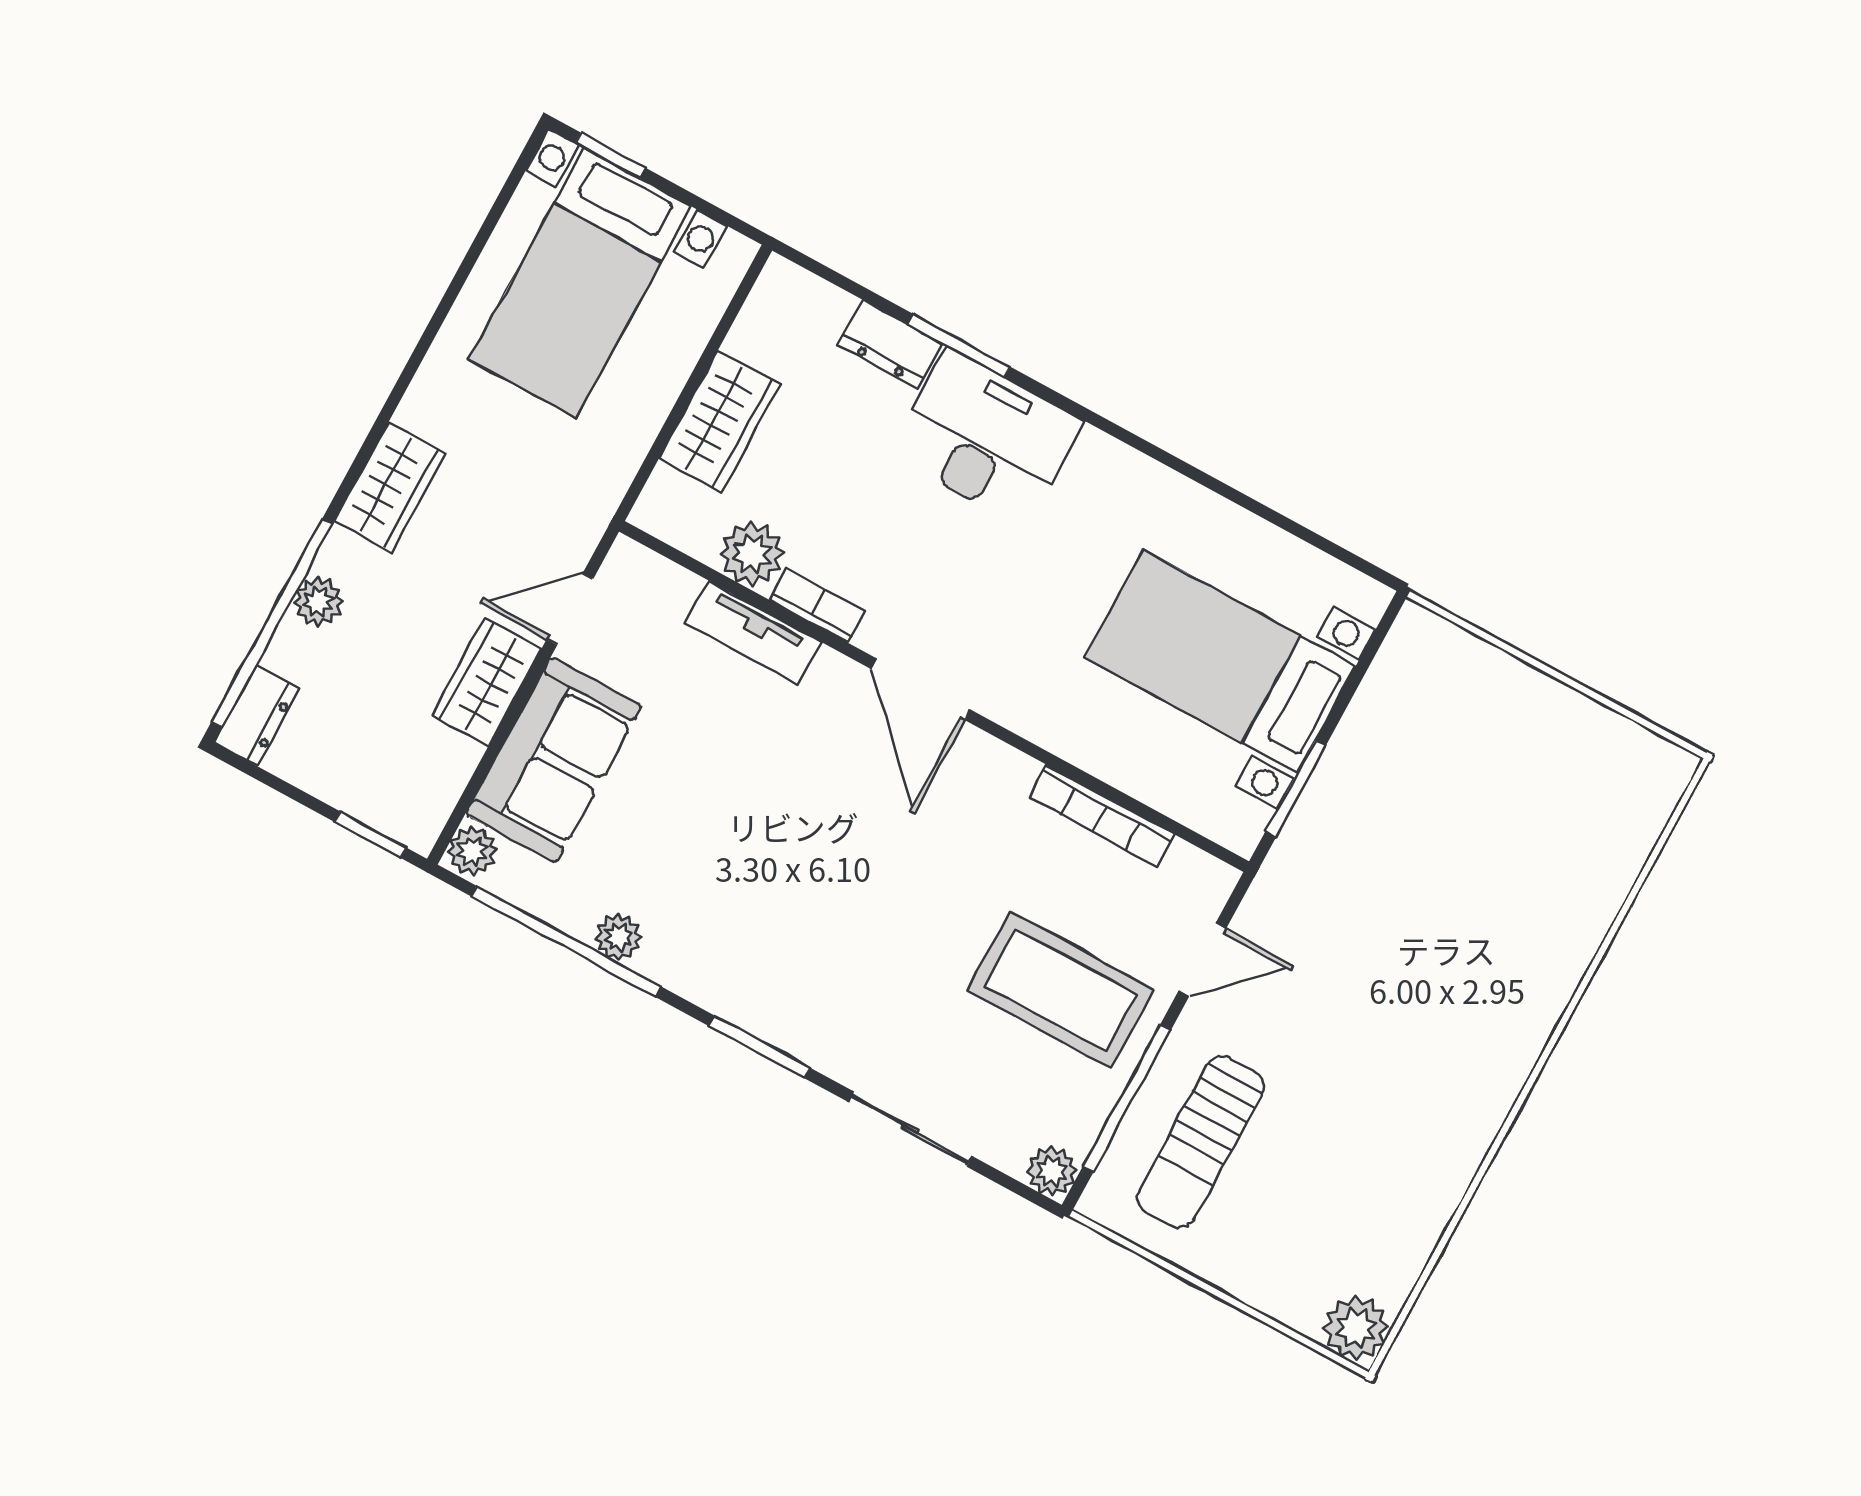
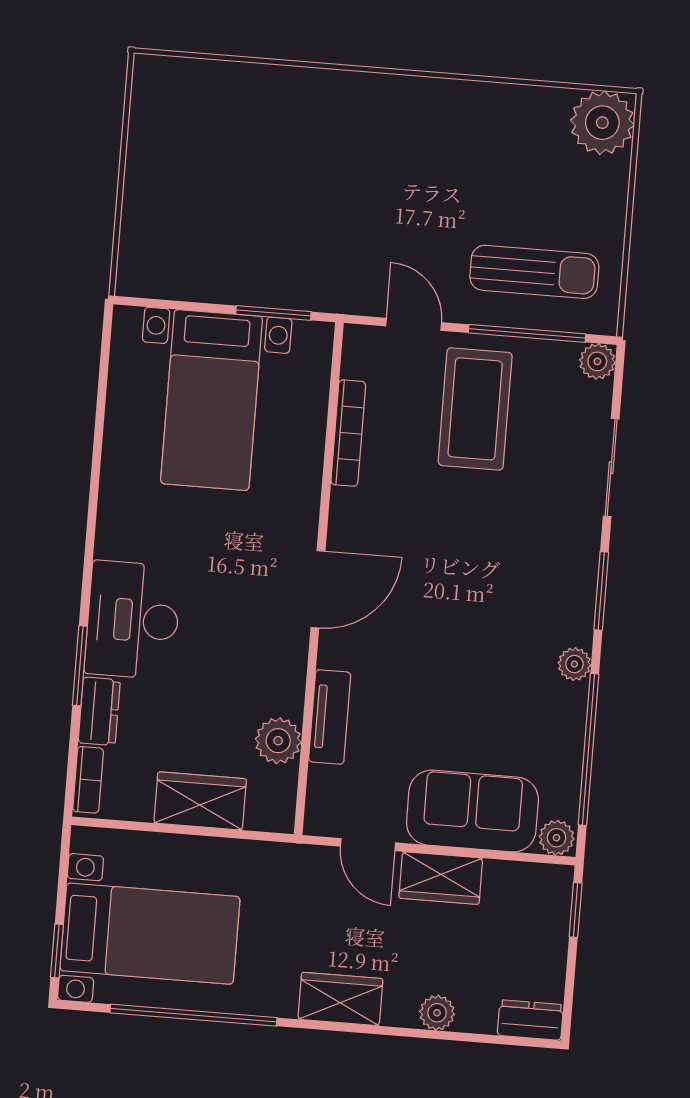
bookcase: (817, 605) -> (88, 780), moved, turned 180
window: (272, 623) -> (194, 1015), moved
plant: (618, 937) -> (574, 664), moved
plant: (1356, 1328) -> (602, 123), width x1.36, depth x1.36

